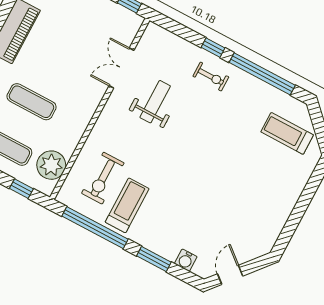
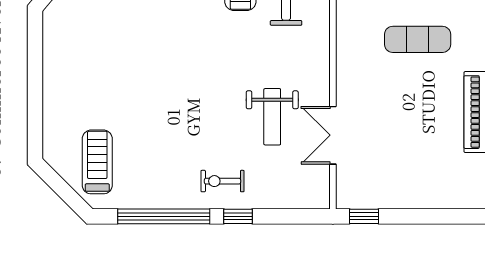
double door: (121, 68) -> (333, 135), swing flipped
treadmill: (287, 133) -> (97, 162), turned -90

